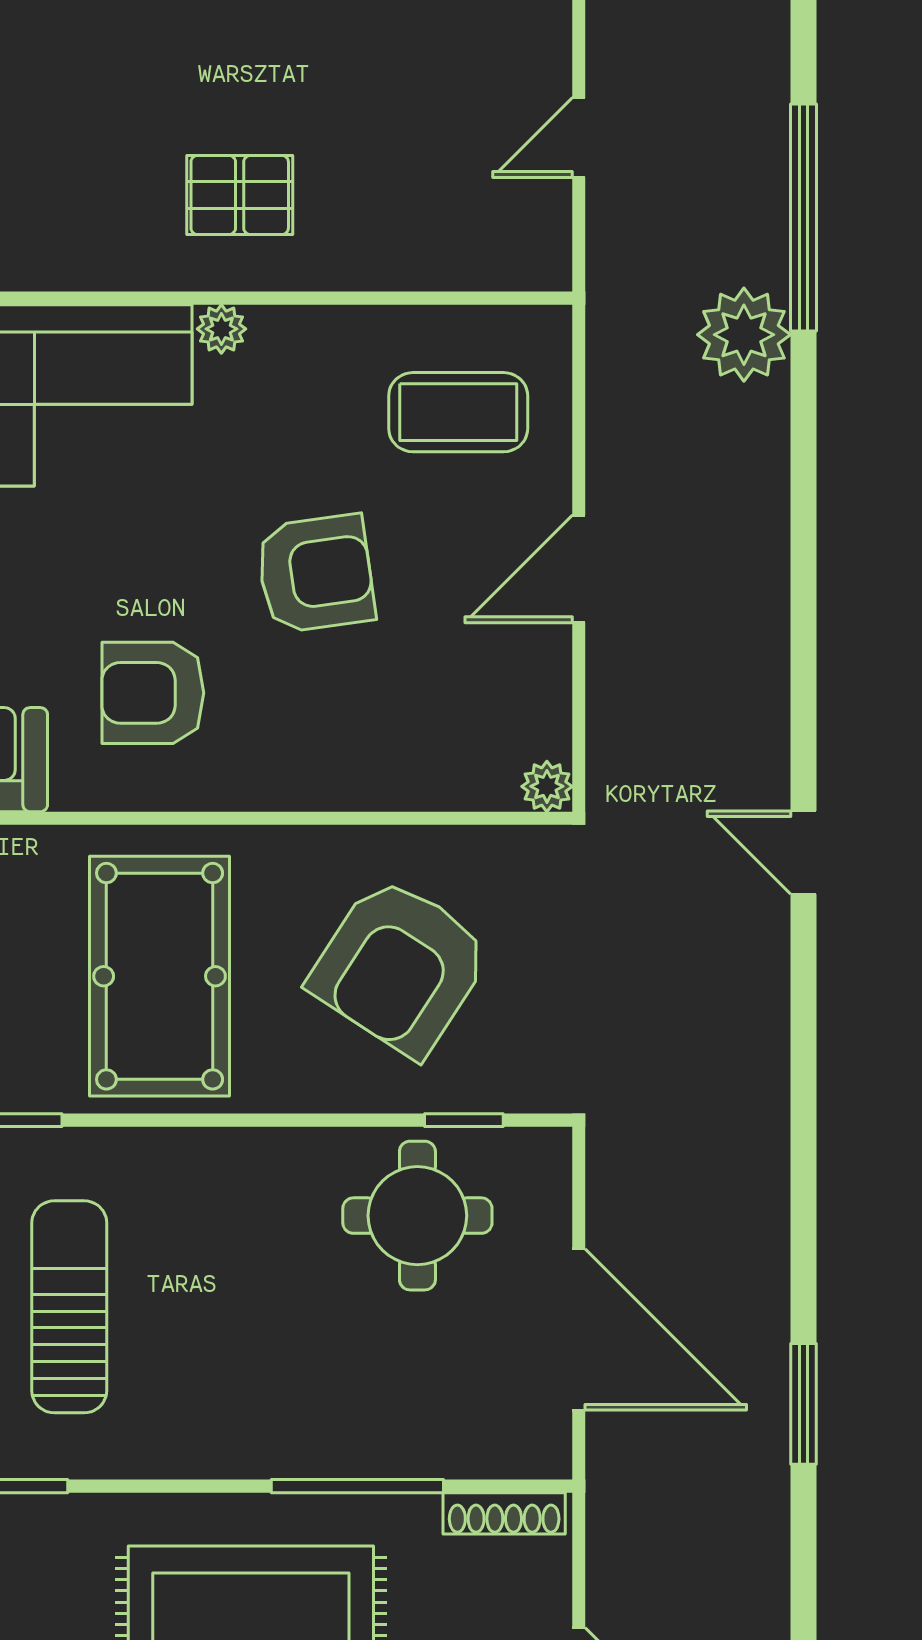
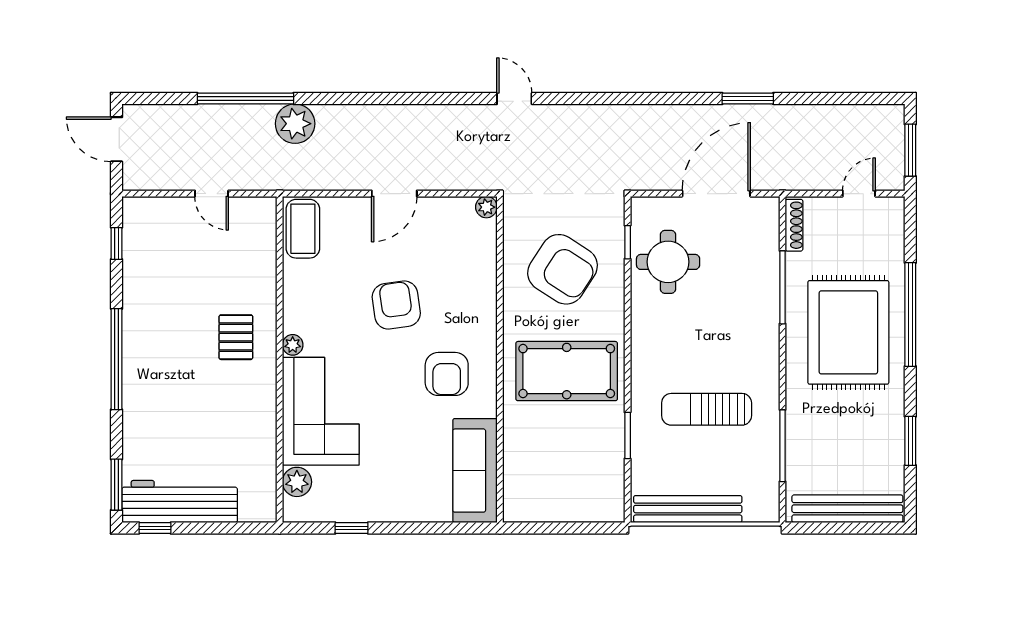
coffee table: (458, 412) -> (303, 229), moved
door: (579, 569) -> (394, 194), hinge flipped
door: (804, 852) -> (514, 98), swing flipped

